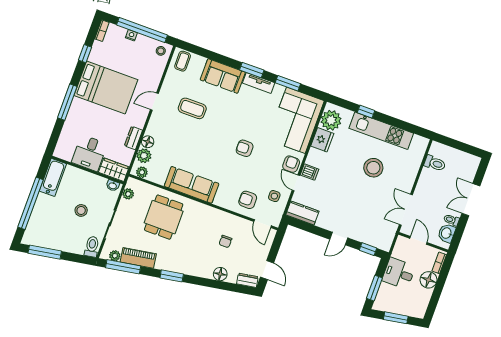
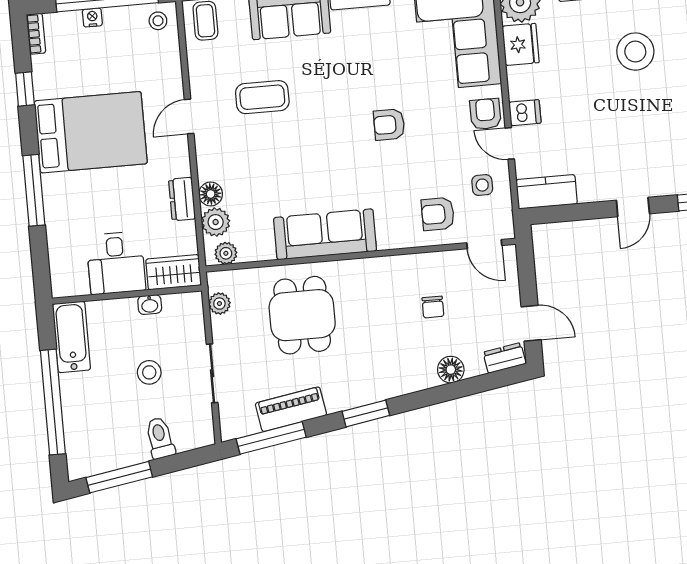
washbasin: (113, 186) -> (150, 305), moved
toilet: (92, 247) -> (160, 438), moved
plant: (115, 256) -> (247, 425), removed

